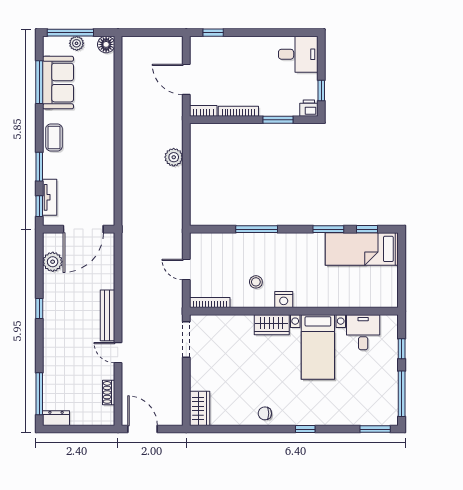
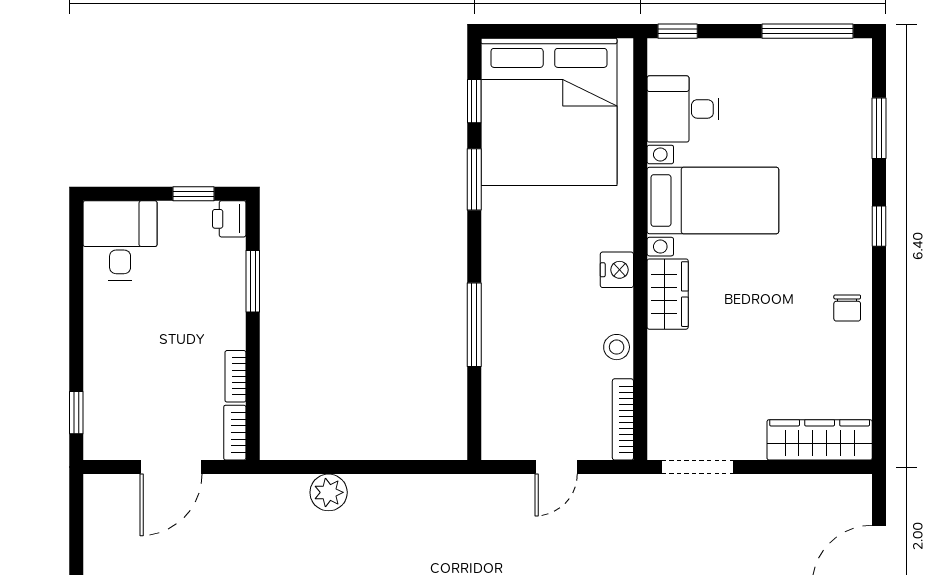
bookcase: (238, 111) -> (235, 376), width x0.64
bed: (362, 249) -> (549, 112), width x2.04
stool: (256, 282) -> (617, 347), moved
window: (402, 349) -> (678, 31), moved
wardrobe: (200, 408) -> (820, 440), width x1.50
window: (375, 429) -> (879, 128), moved

